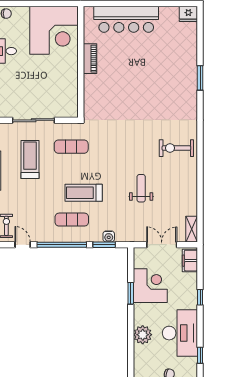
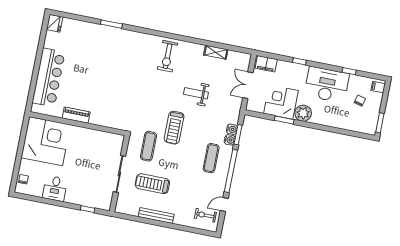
treadmill: (84, 193) -> (174, 128), moved
shelving: (192, 229) -> (216, 52), moved
water cooler: (96, 236) -> (230, 140), added
plant: (143, 335) -> (303, 113), moved

